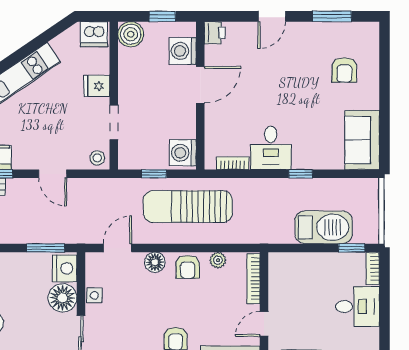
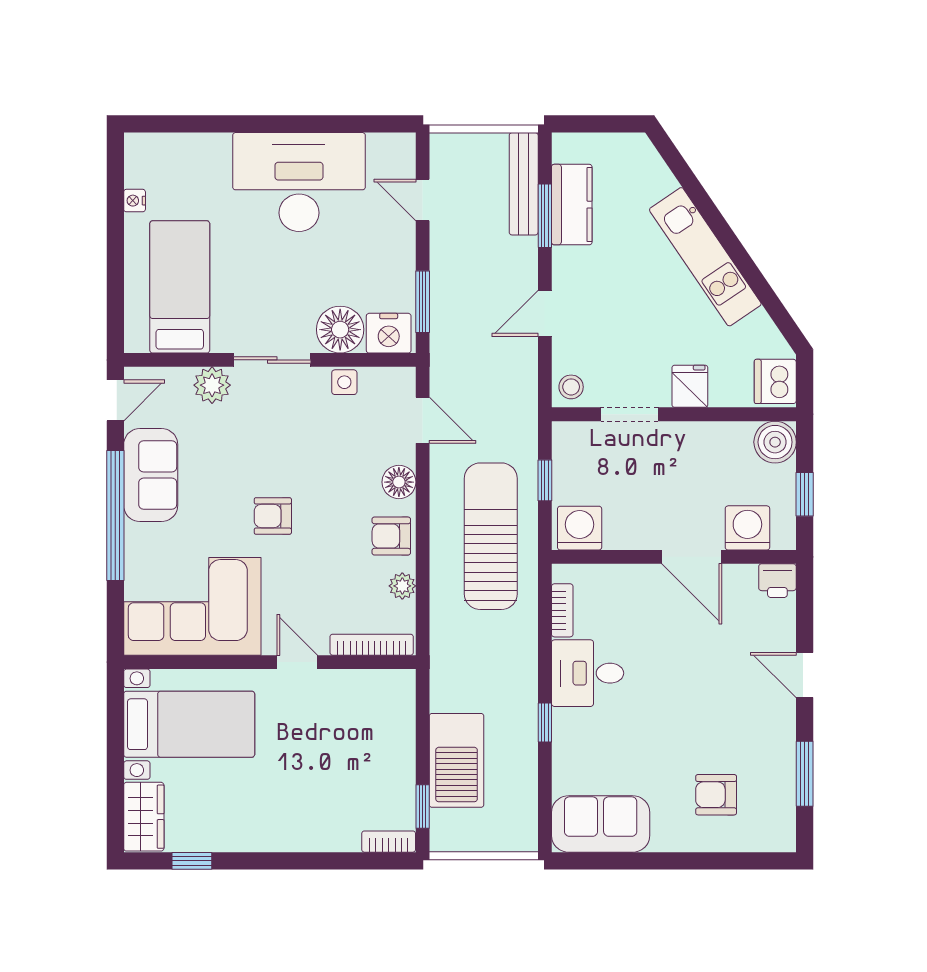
desk: (358, 307) -> (326, 816), removed

